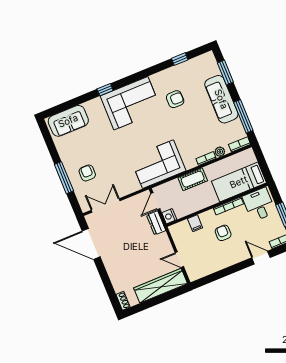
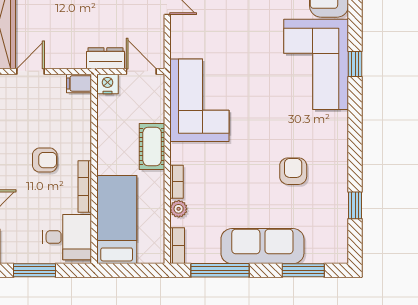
armchair: (175, 99) -> (293, 171), turned 180
corner sofa: (131, 103) -> (316, 64), moved
filing cabinet: (195, 223) -> (79, 83), moved

